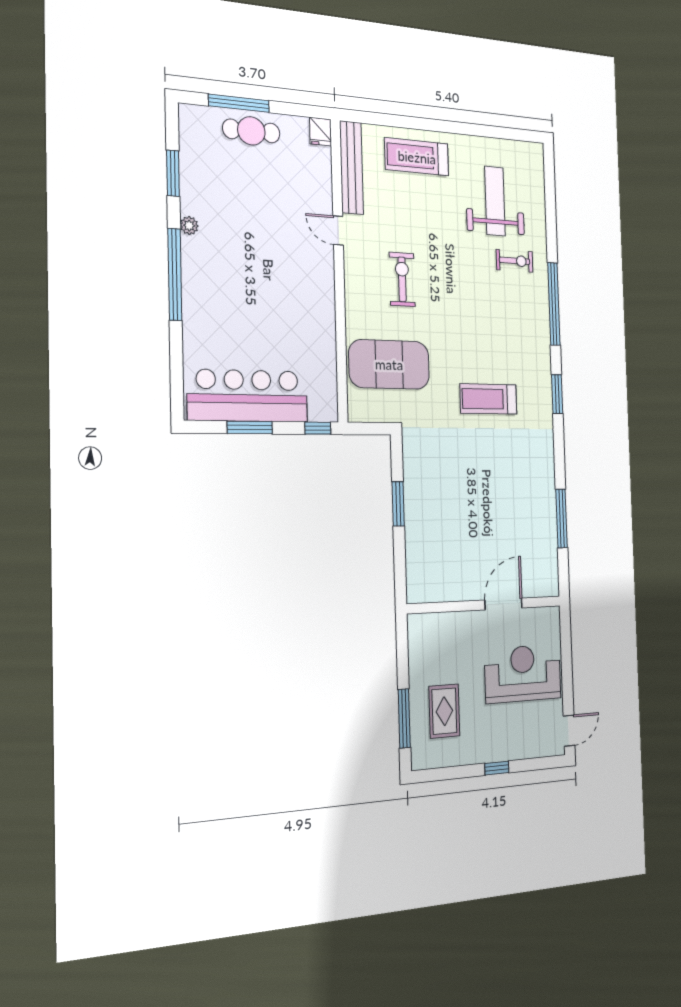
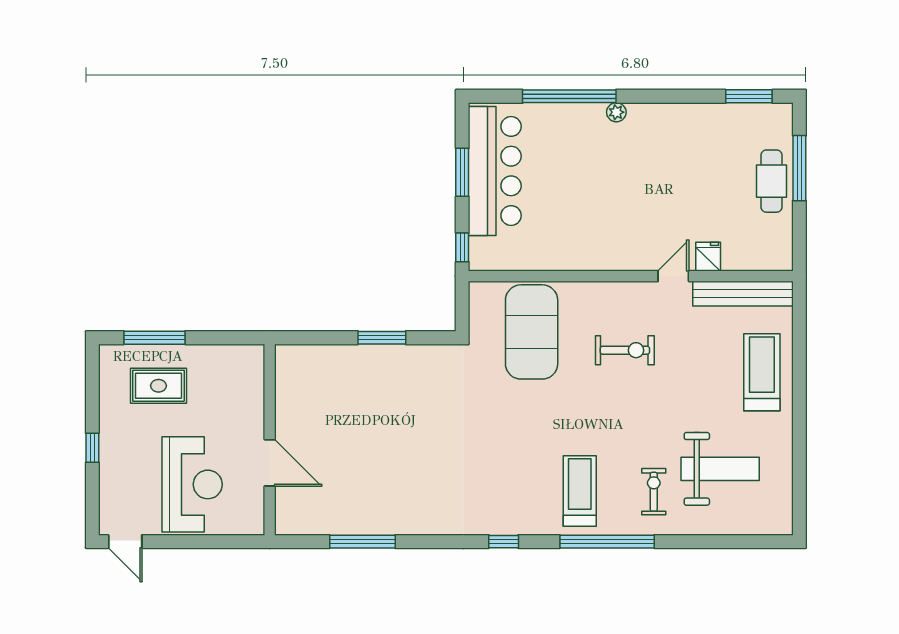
fridge: (321, 132) -> (708, 257), moved, turned 90
window: (173, 173) -> (749, 96), moved
plant: (189, 226) -> (616, 112), moved
exercise bike: (515, 261) -> (654, 492), turned 180
window: (175, 274) -> (569, 96), moved
window: (557, 394) -> (504, 542), width x0.67
treadmill: (488, 399) -> (580, 491), moved

